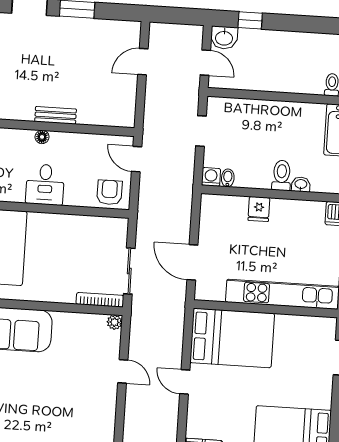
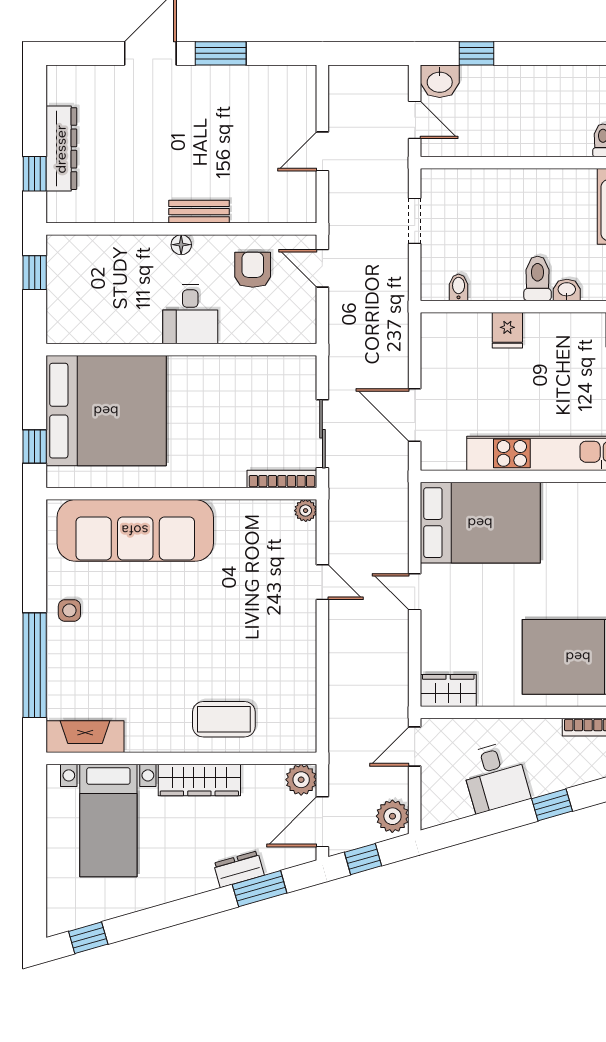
door: (143, 62) -> (322, 151), moved
washing machine: (211, 177) -> (434, 287), removed
armchair: (109, 192) -> (253, 270), moved

